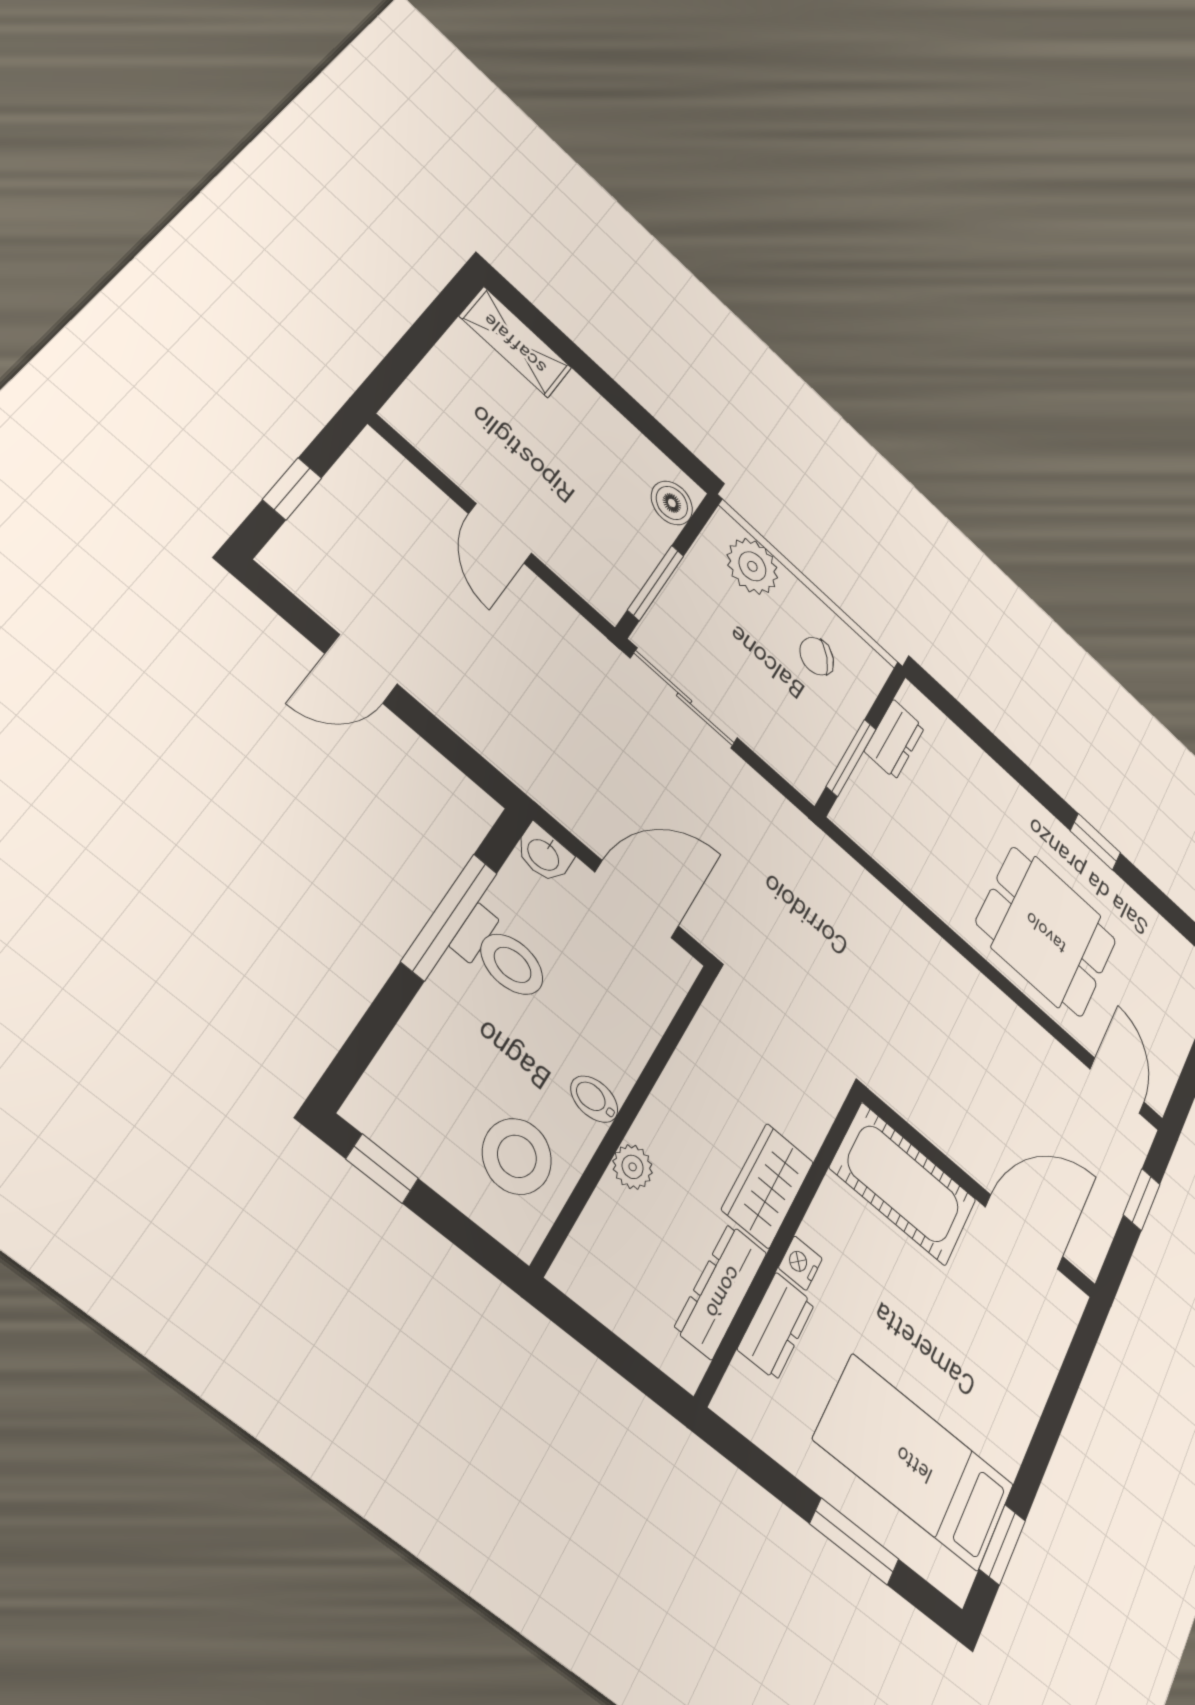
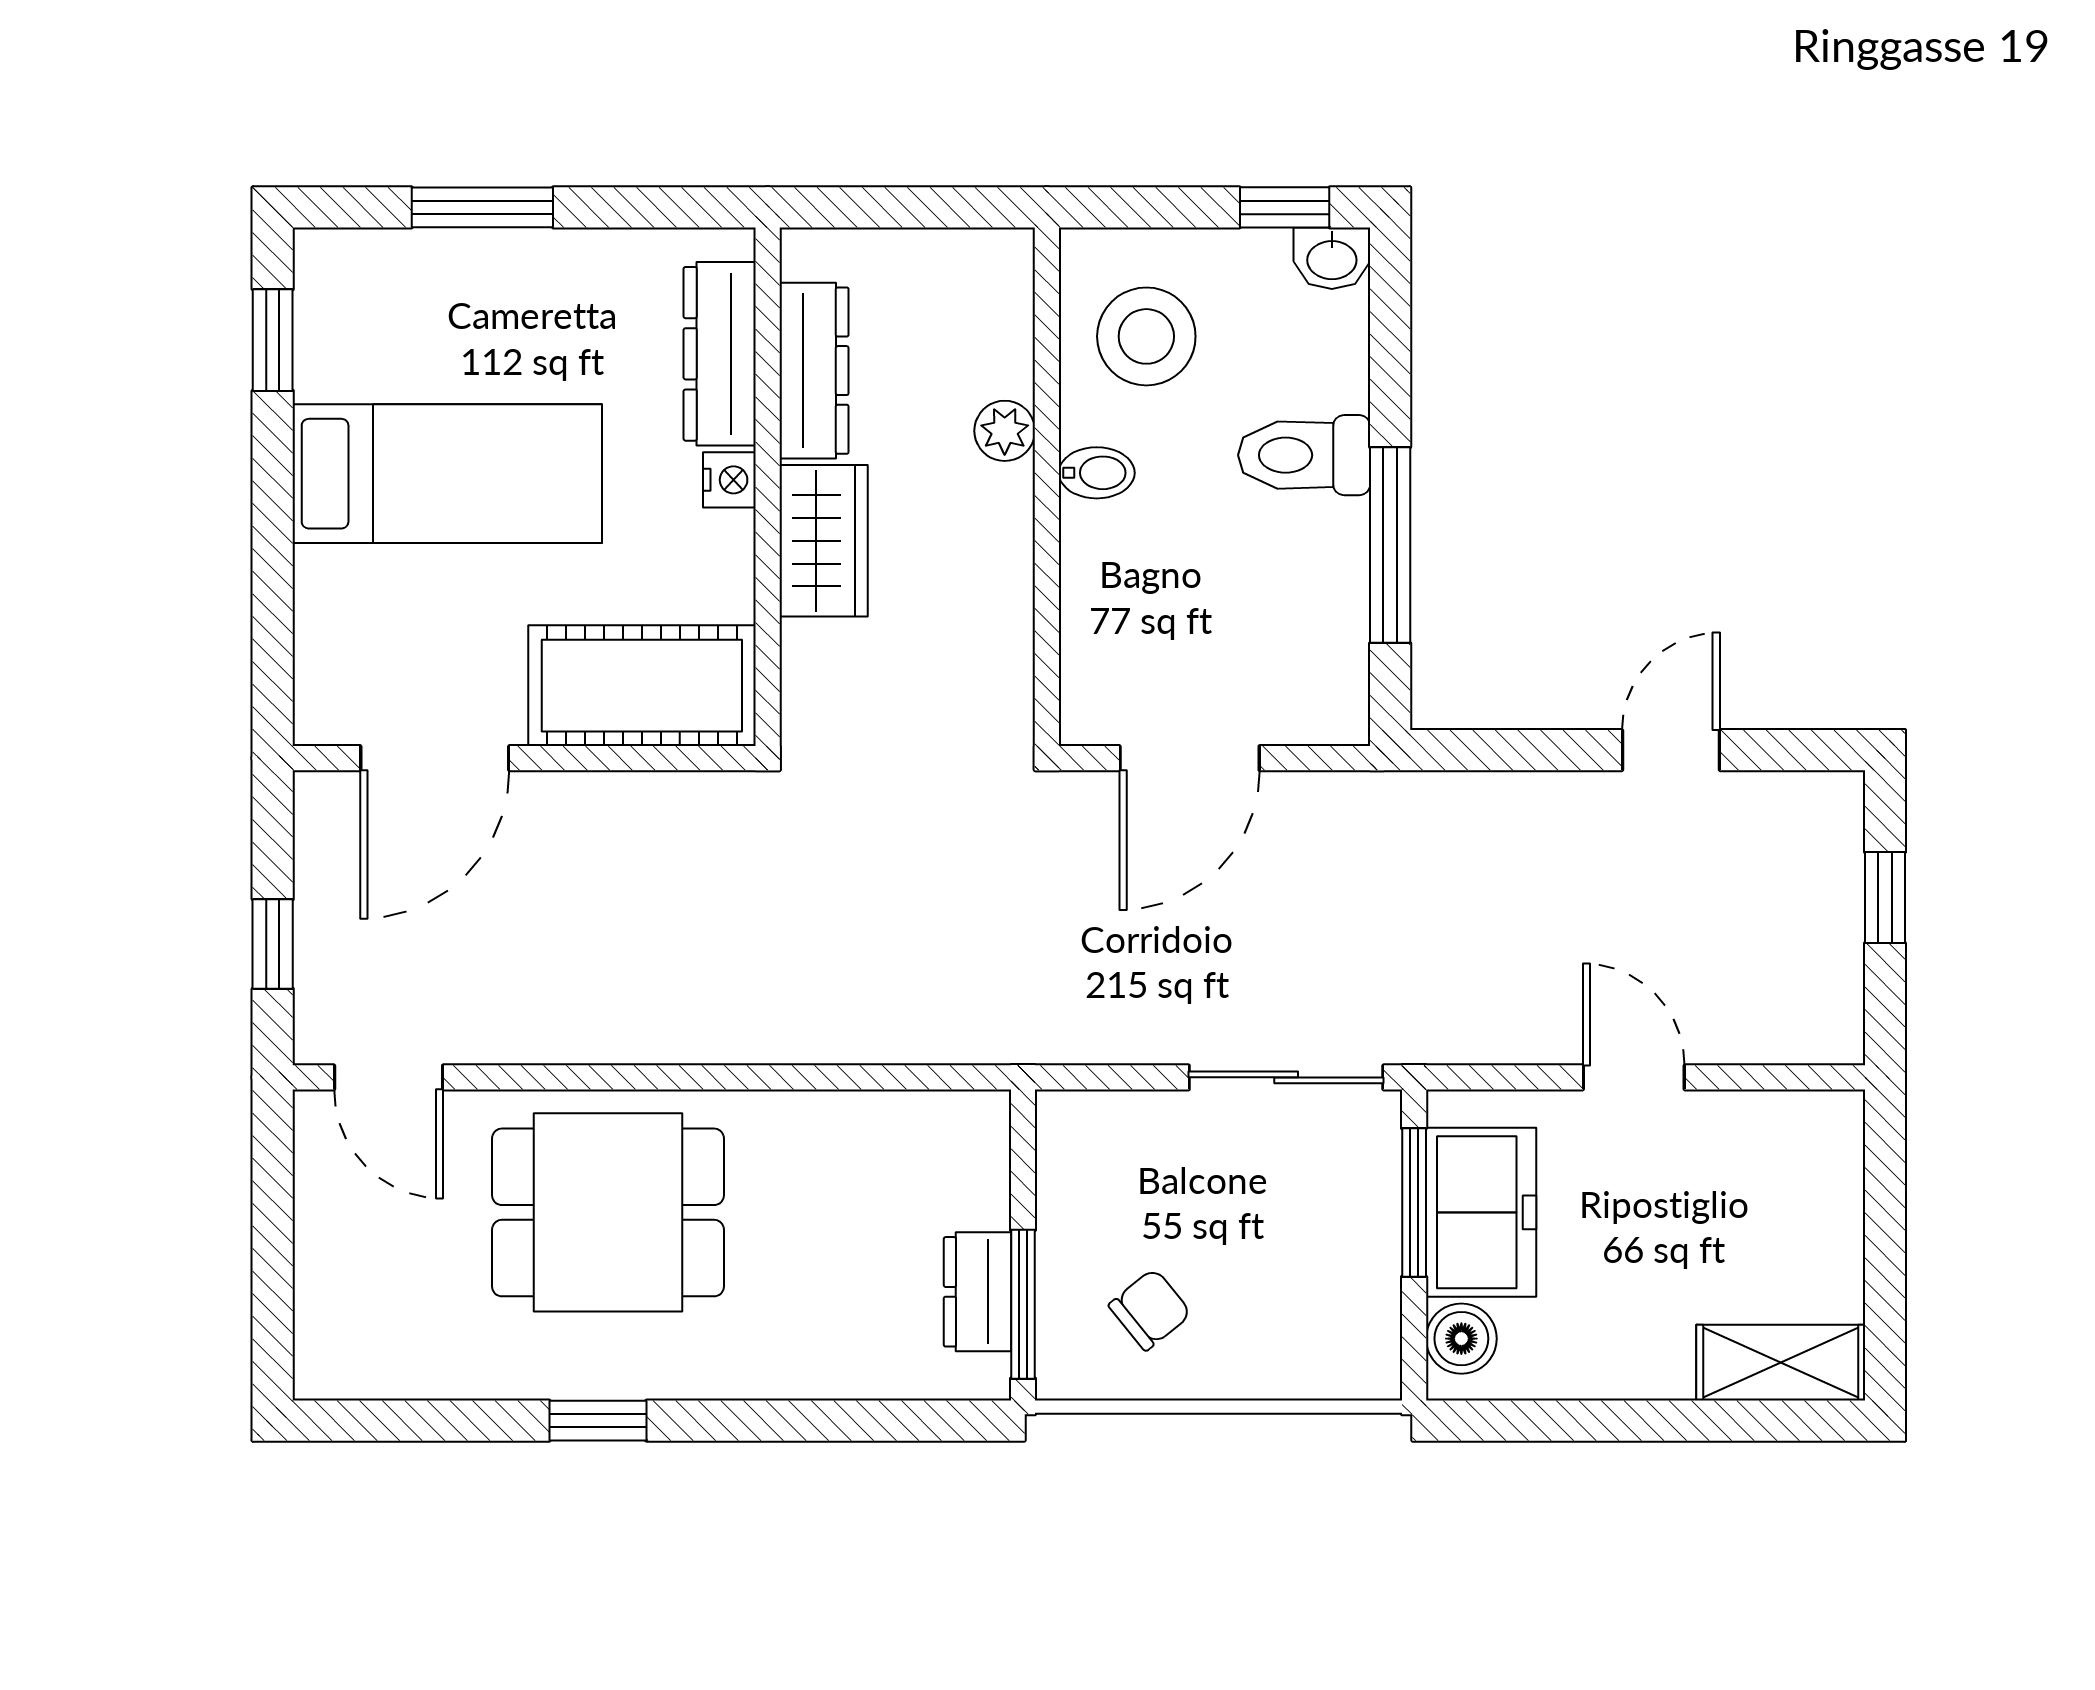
freezer: (624, 547) -> (1481, 1212), added
plant: (752, 566) -> (1308, 1355), removed
window: (851, 758) -> (1023, 1304), moved
washbasin: (544, 854) -> (1332, 258), moved, turned 180
toilet: (502, 956) -> (1304, 455), moved
dresser: (776, 1326) -> (720, 354), width x1.44
bed: (915, 1462) -> (447, 474), moved

